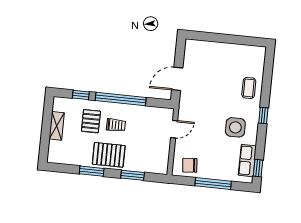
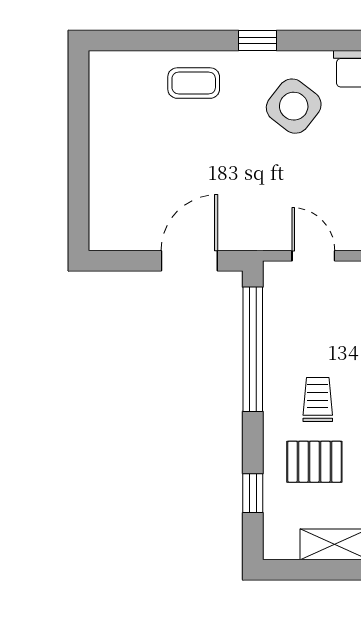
door: (177, 79) -> (189, 261), swing flipped
window: (121, 99) -> (253, 349), moved
side table: (235, 127) -> (294, 106), turned 38

